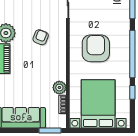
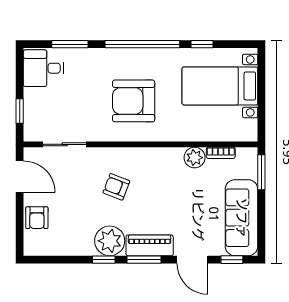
bed with nightstands: (98, 104) -> (220, 86), width x0.73

